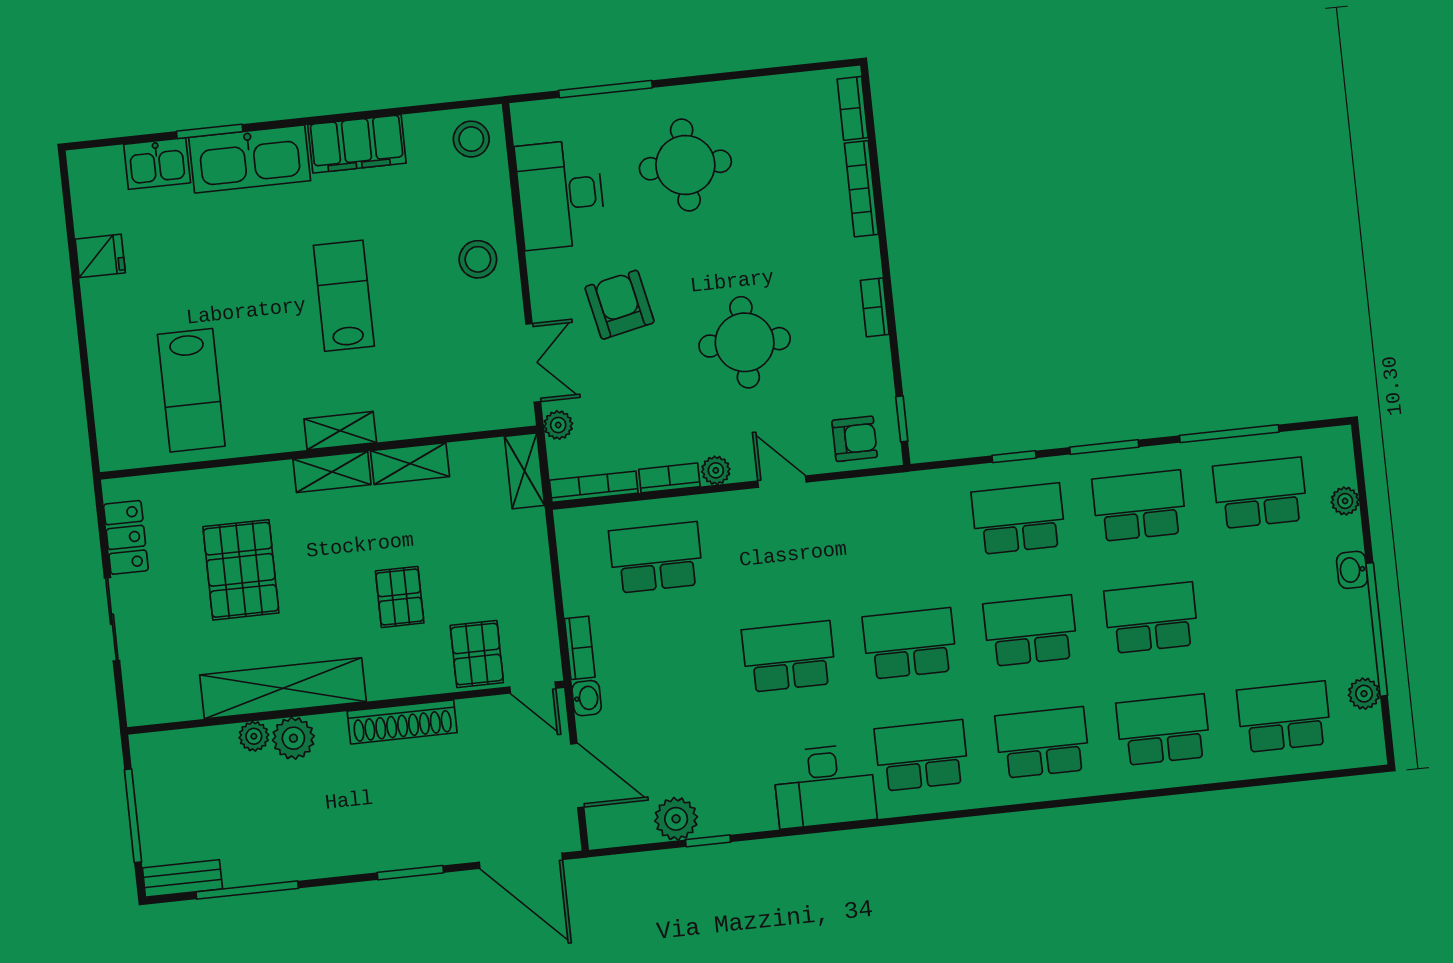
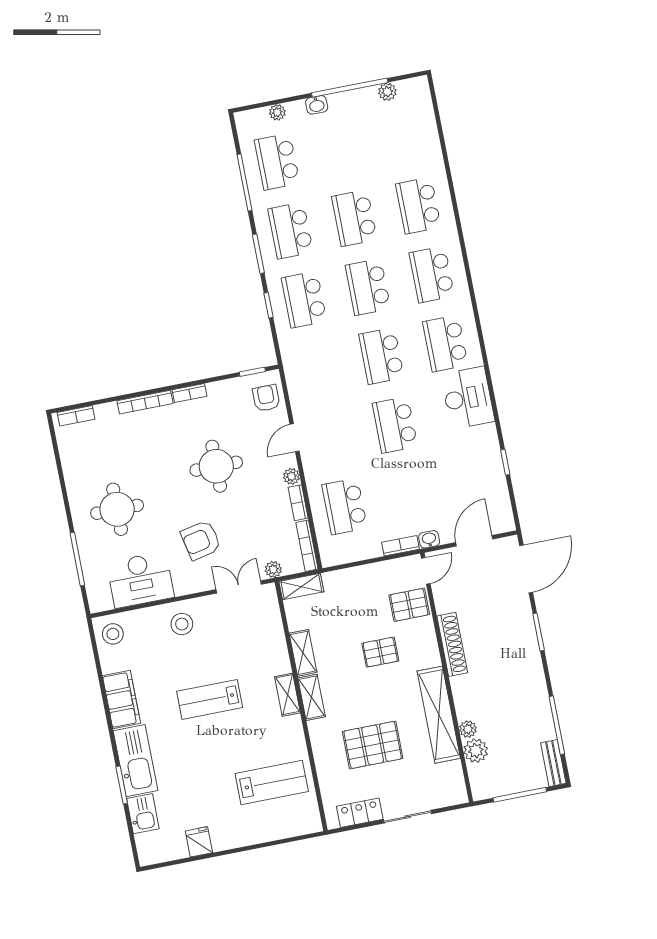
bookcase: (861, 189) -> (145, 402), moved
school desk: (1284, 717) -> (405, 137), removed
plant: (293, 738) -> (476, 751), moved
plant: (676, 819) -> (494, 482), removed

